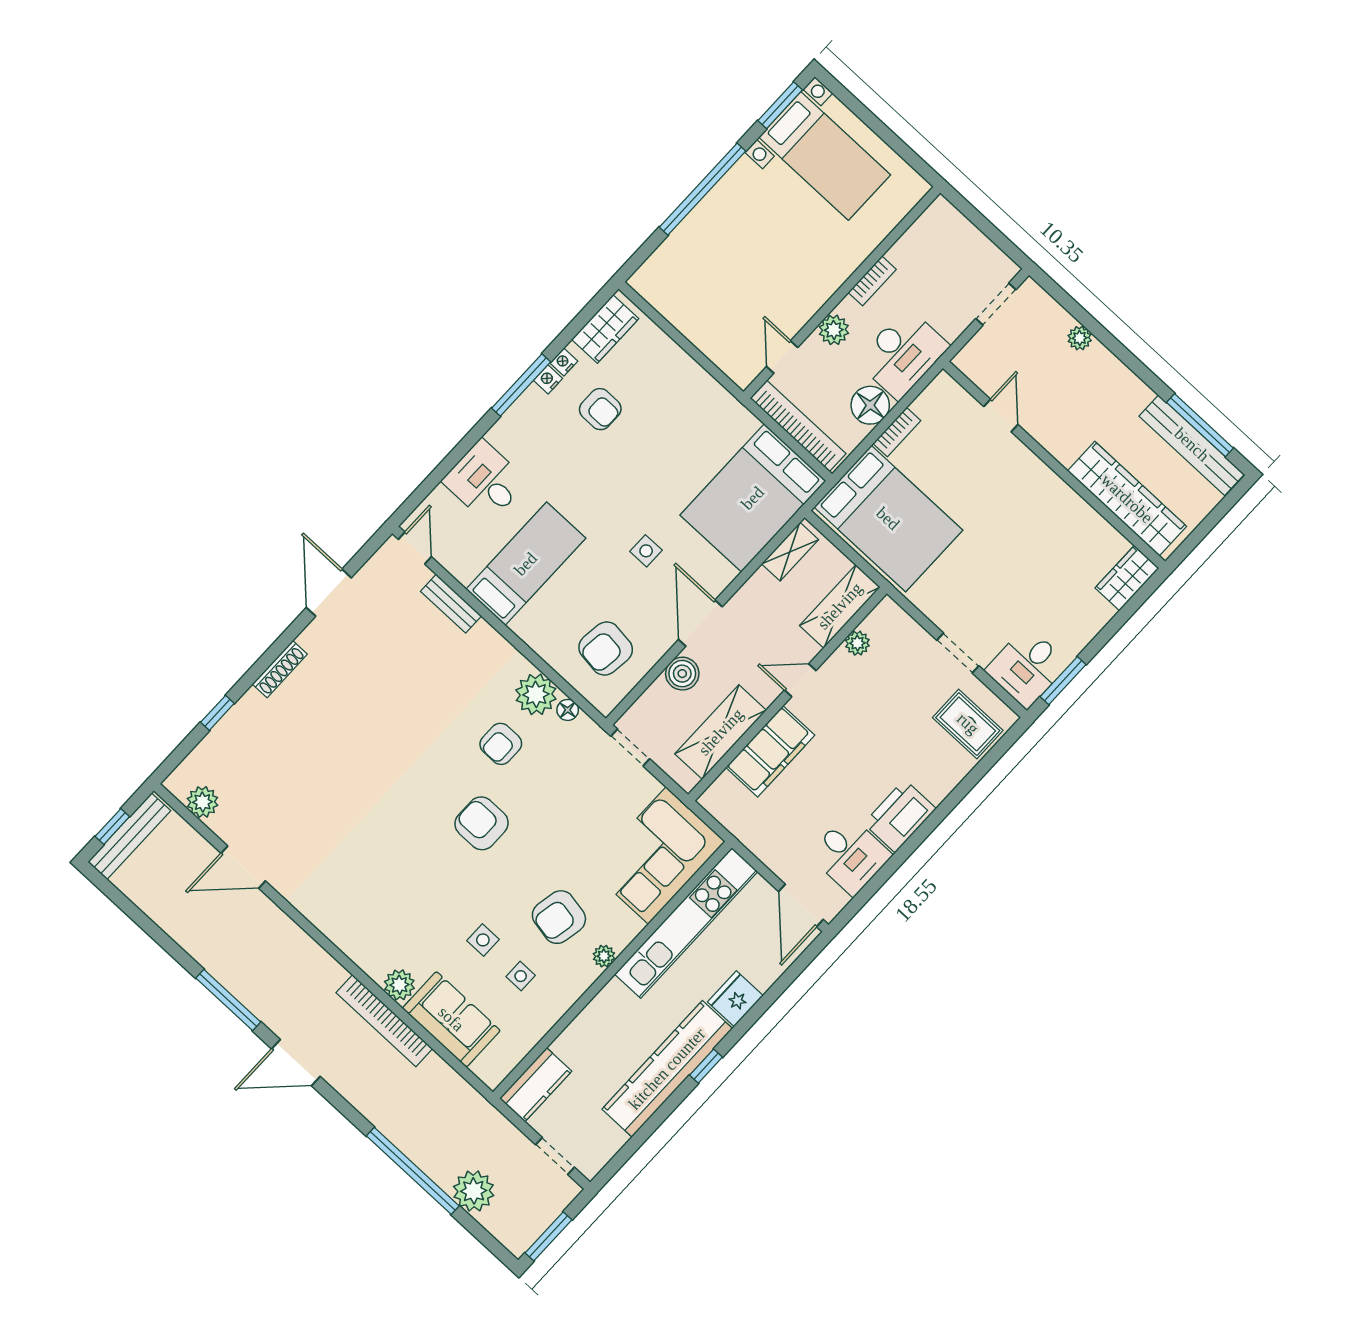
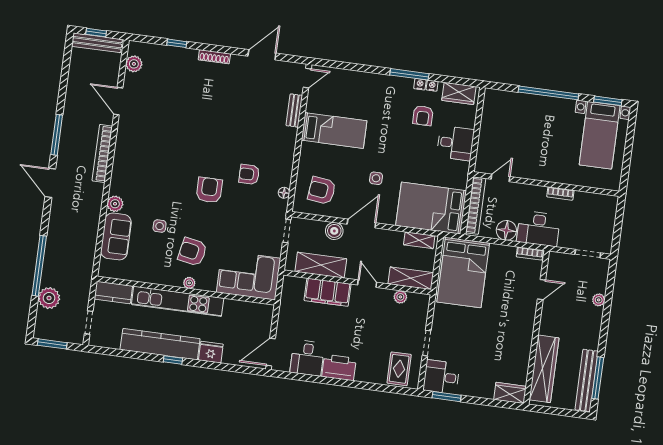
plant: (834, 330) -> (528, 192), removed
bookcase: (897, 432) -> (530, 253), moved
desk: (485, 481) -> (455, 143), moved, turned 90
plant: (536, 694) -> (281, 174), removed
kitchen unit: (686, 923) -> (178, 301), moved
side table: (521, 976) -> (155, 253), removed
bookcase: (384, 1021) -> (102, 153), moved

